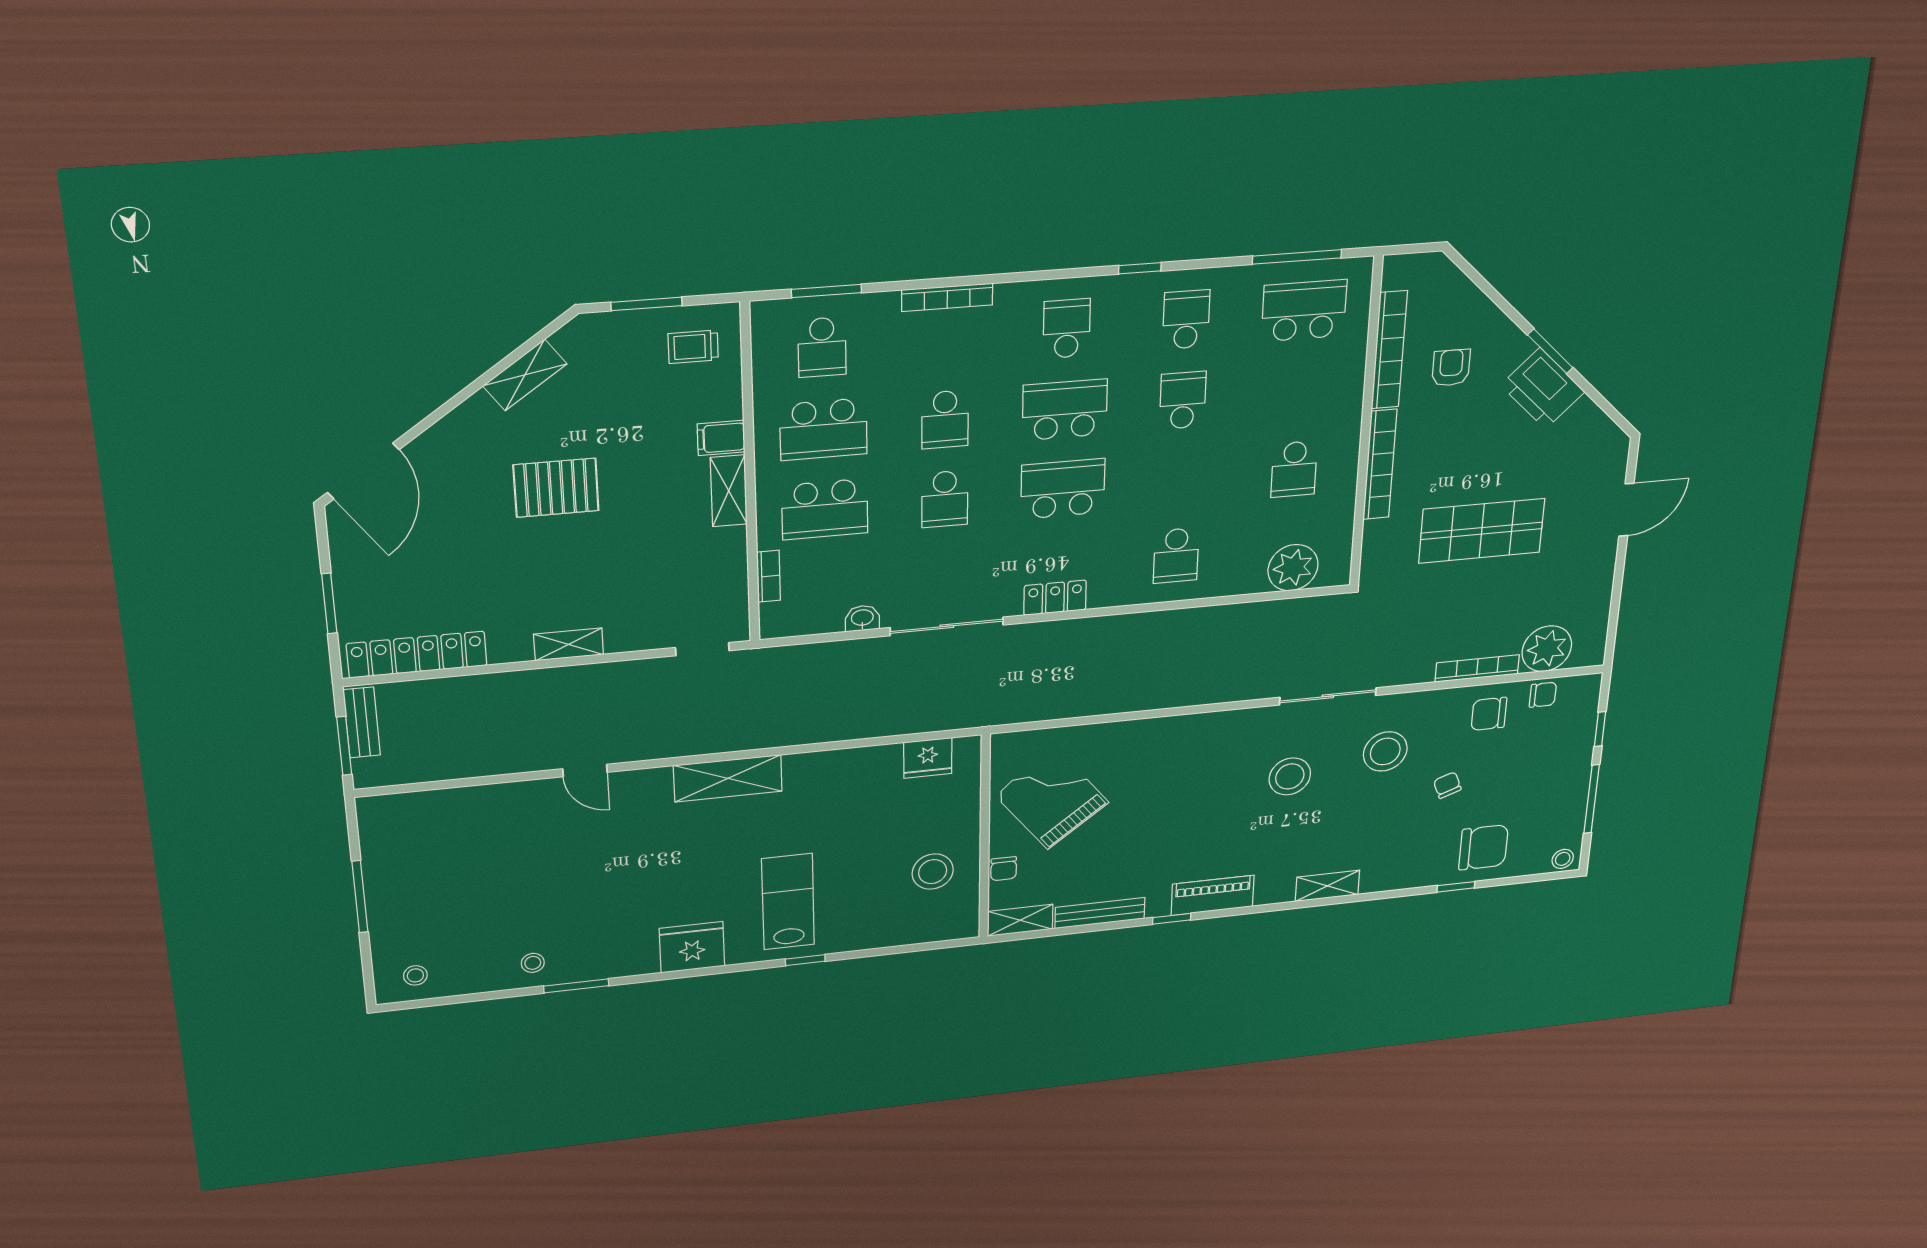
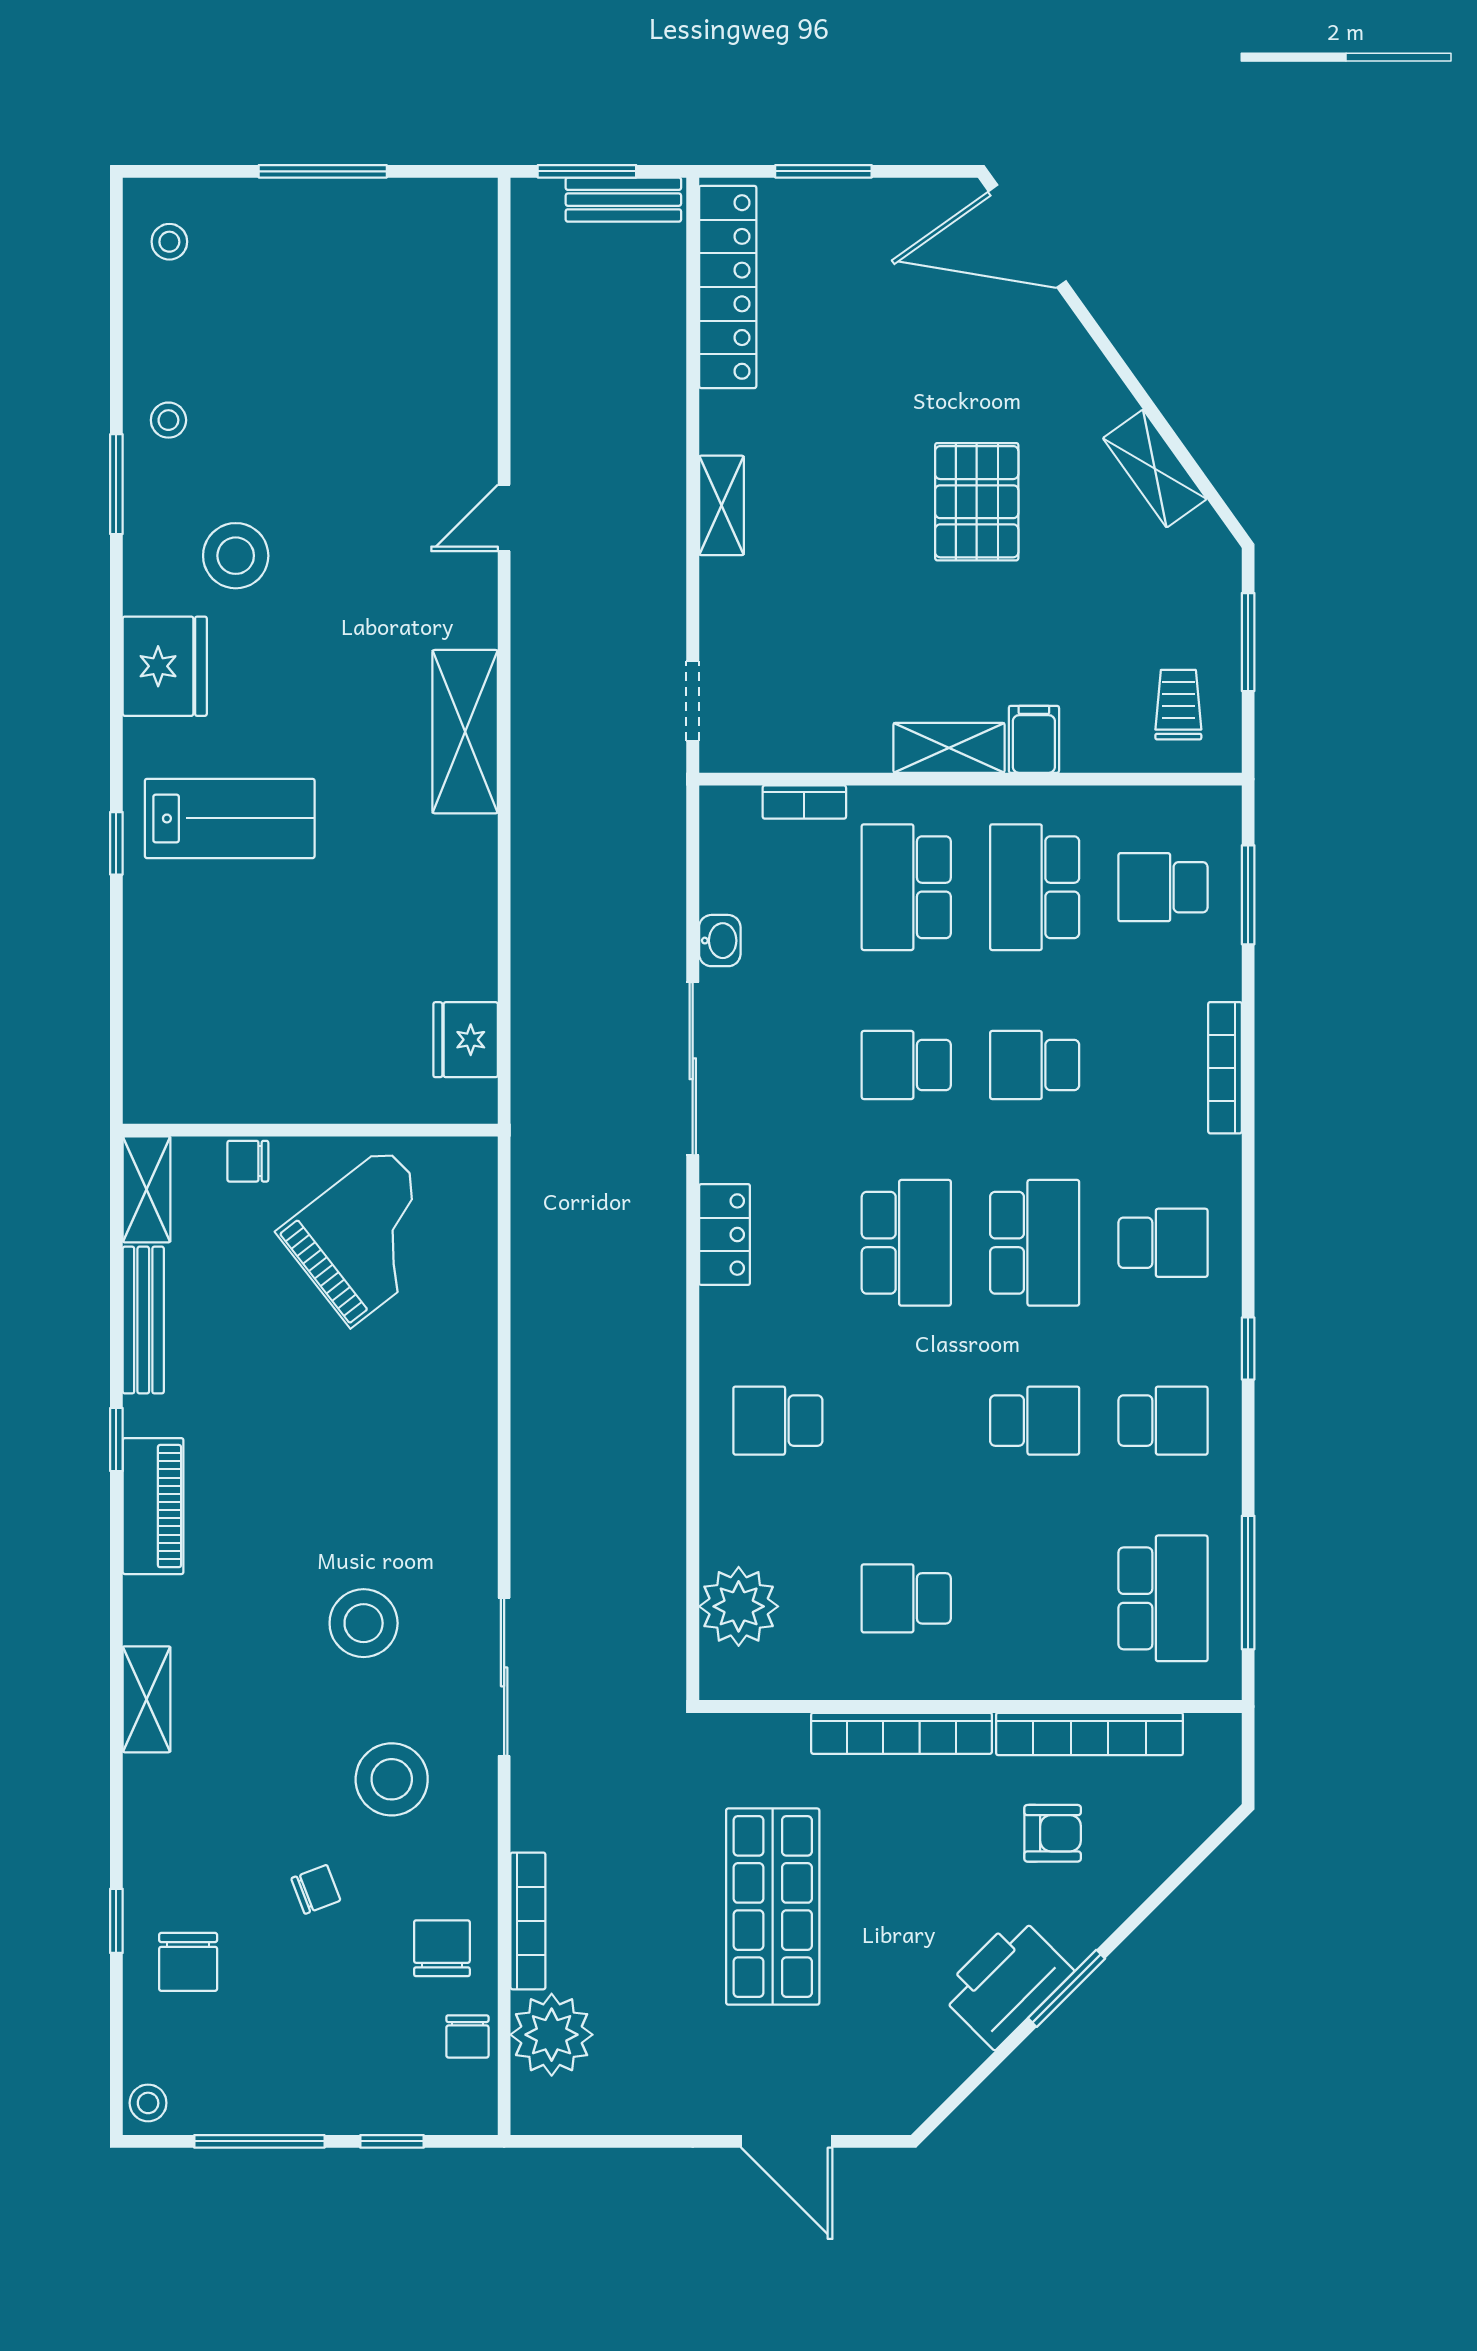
chair: (1483, 847) -> (188, 1962), width x0.73, depth x0.73
stool: (933, 872) -> (236, 556), moved

